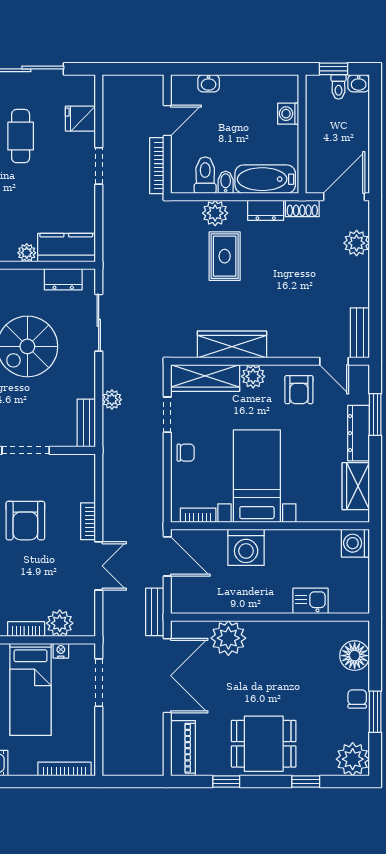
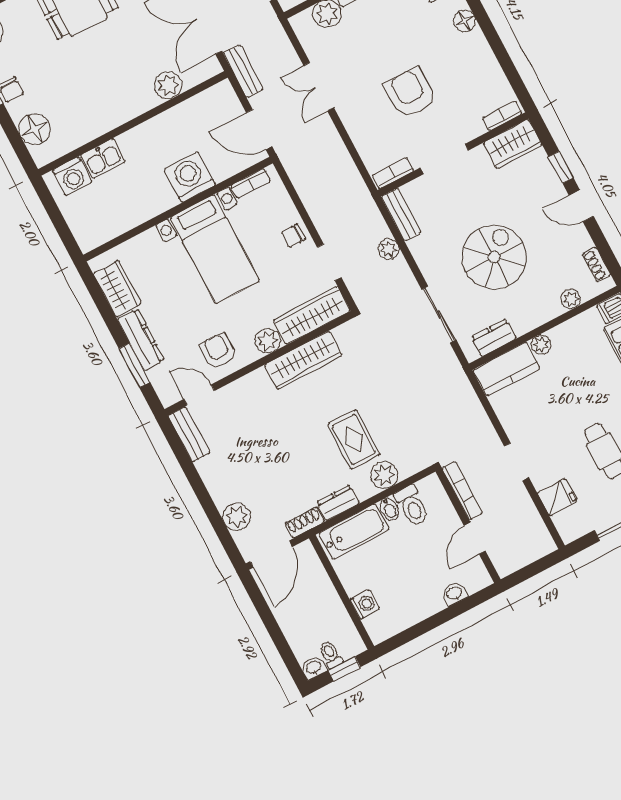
bookcase: (88, 521) -> (393, 173), moved, turned -90
washing machine: (355, 543) -> (72, 176), moved, turned 90
plant: (228, 638) -> (168, 85), width x0.73, depth x0.73

